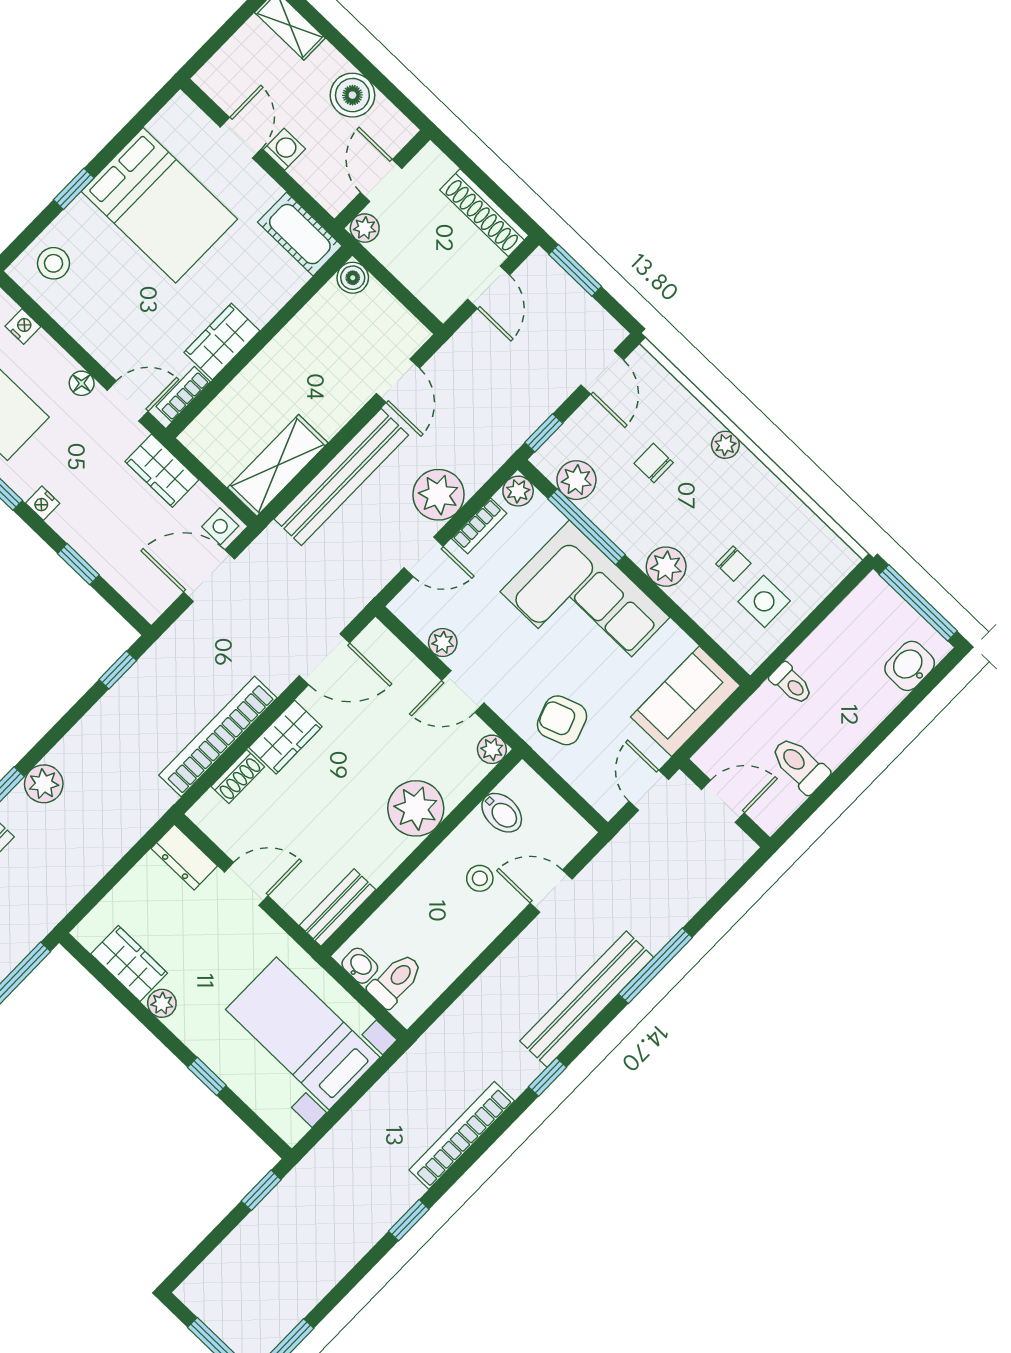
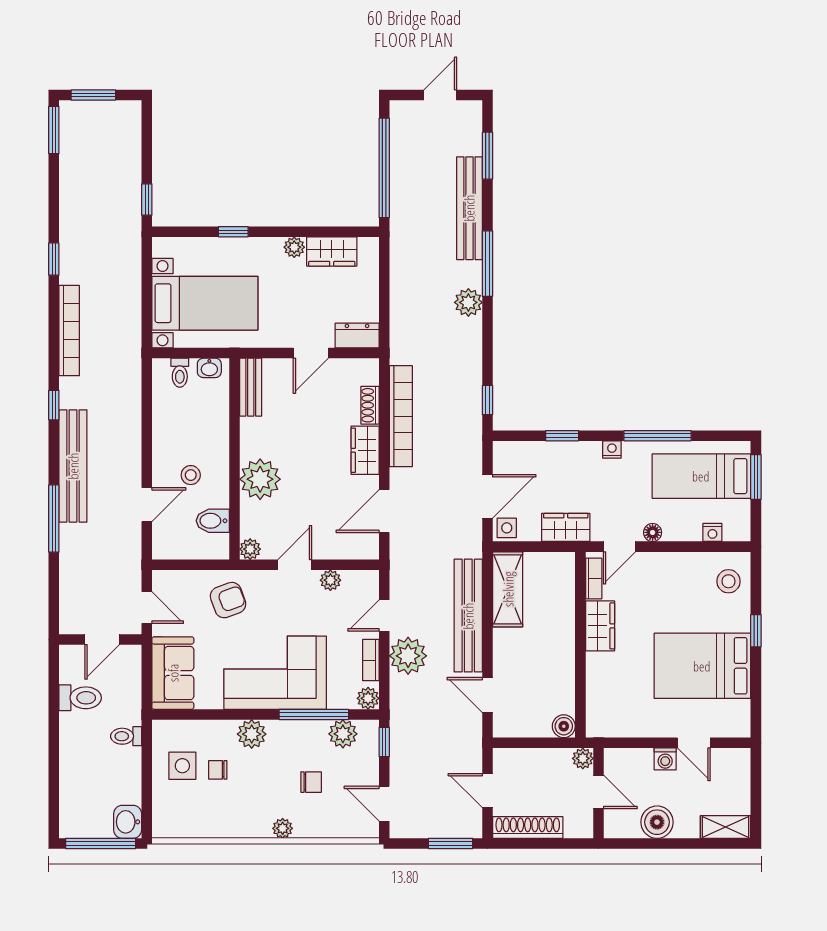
cot: (300, 234) -> (614, 722), removed
washbasin: (910, 666) -> (128, 822), moved, turned 180
toilet: (395, 980) -> (180, 373), width x0.73, depth x0.72

